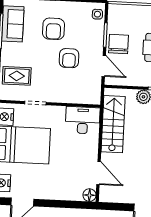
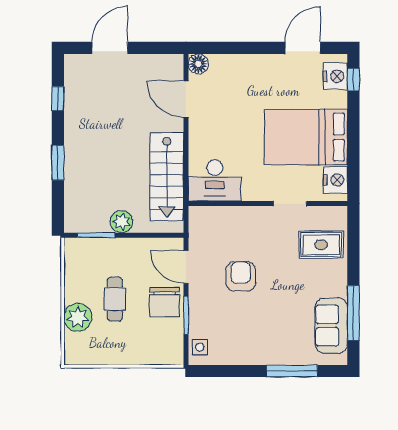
armchair: (54, 29) -> (267, 321), removed

